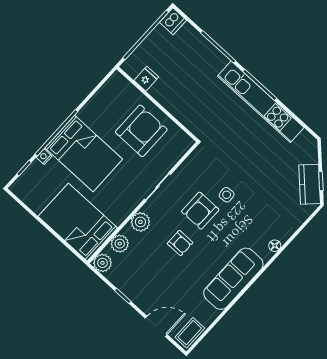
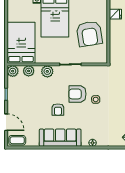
armchair: (141, 131) -> (89, 34), turned 81
armchair: (180, 243) -> (58, 110), moved

